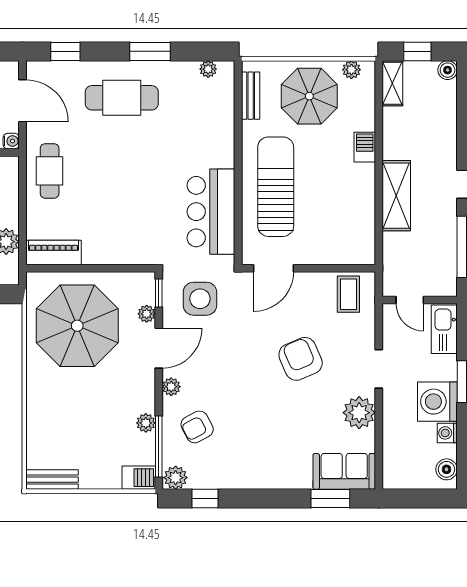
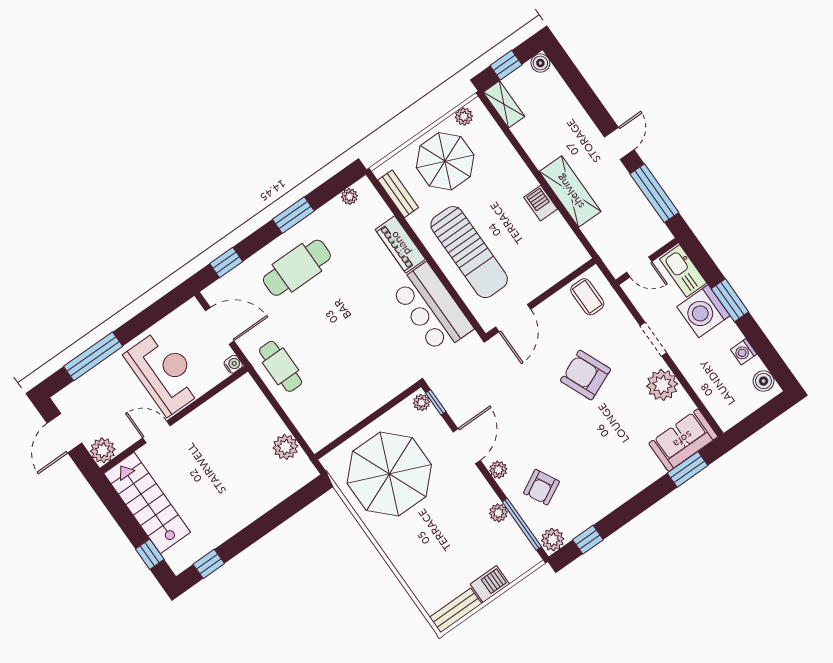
barbecue: (365, 147) -> (541, 203), moved
sun lounger: (276, 187) -> (469, 252), turned 180
piano: (54, 252) -> (400, 244), moved, turned -90
side table: (200, 299) -> (472, 384), removed
plant: (147, 314) -> (422, 403), moved
washing machine: (437, 402) -> (703, 311), moved
barbecue: (139, 478) -> (490, 584), moved

